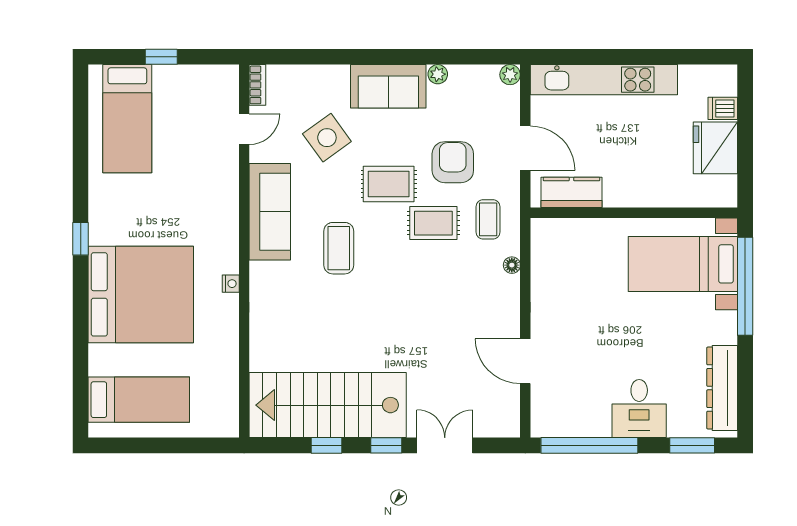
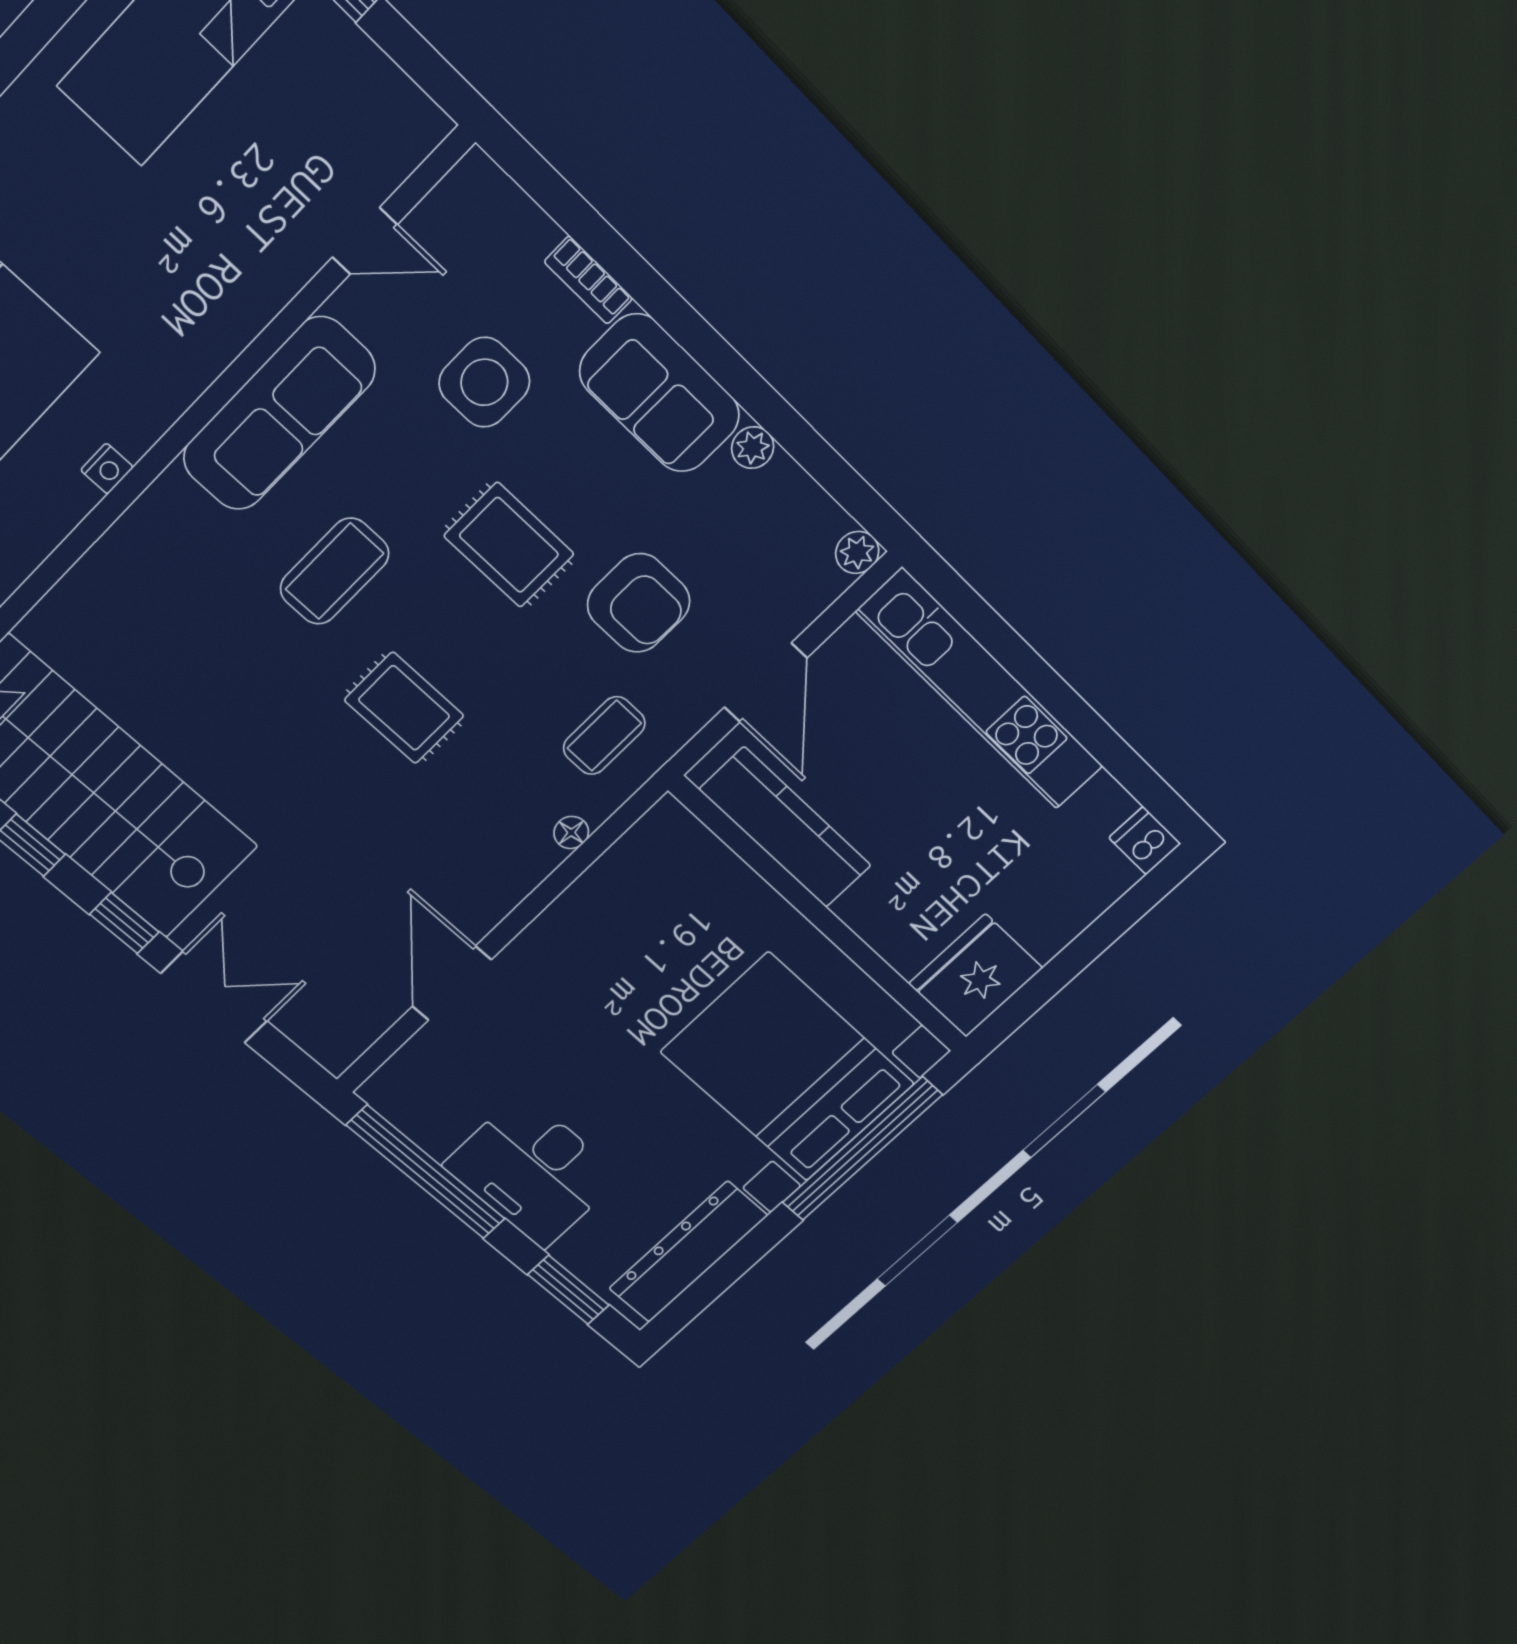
bookcase: (257, 85) -> (588, 280), moved, turned 90
dishwasher: (723, 108) -> (1145, 841), moved
side table: (327, 138) -> (484, 382), turned 36
fridge: (715, 148) -> (976, 976), moved
armchair: (453, 162) -> (639, 603), turned 90
kitchen counter: (571, 192) -> (785, 828), width x1.50
rug: (433, 223) -> (404, 708), moved
bed with nightstands: (683, 264) -> (788, 1068), width x1.36
desk: (639, 409) -> (533, 1171), width x1.37

